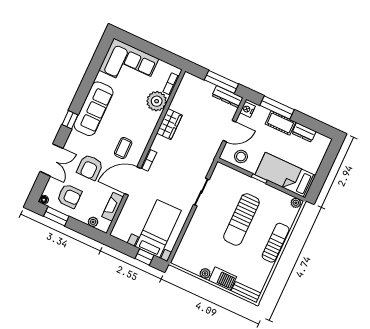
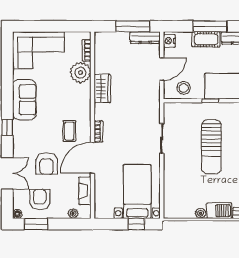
window: (277, 108) -> (210, 26), moved
sofa: (94, 109) -> (24, 100), width x0.73
armchair: (69, 196) -> (40, 199), turned -90

